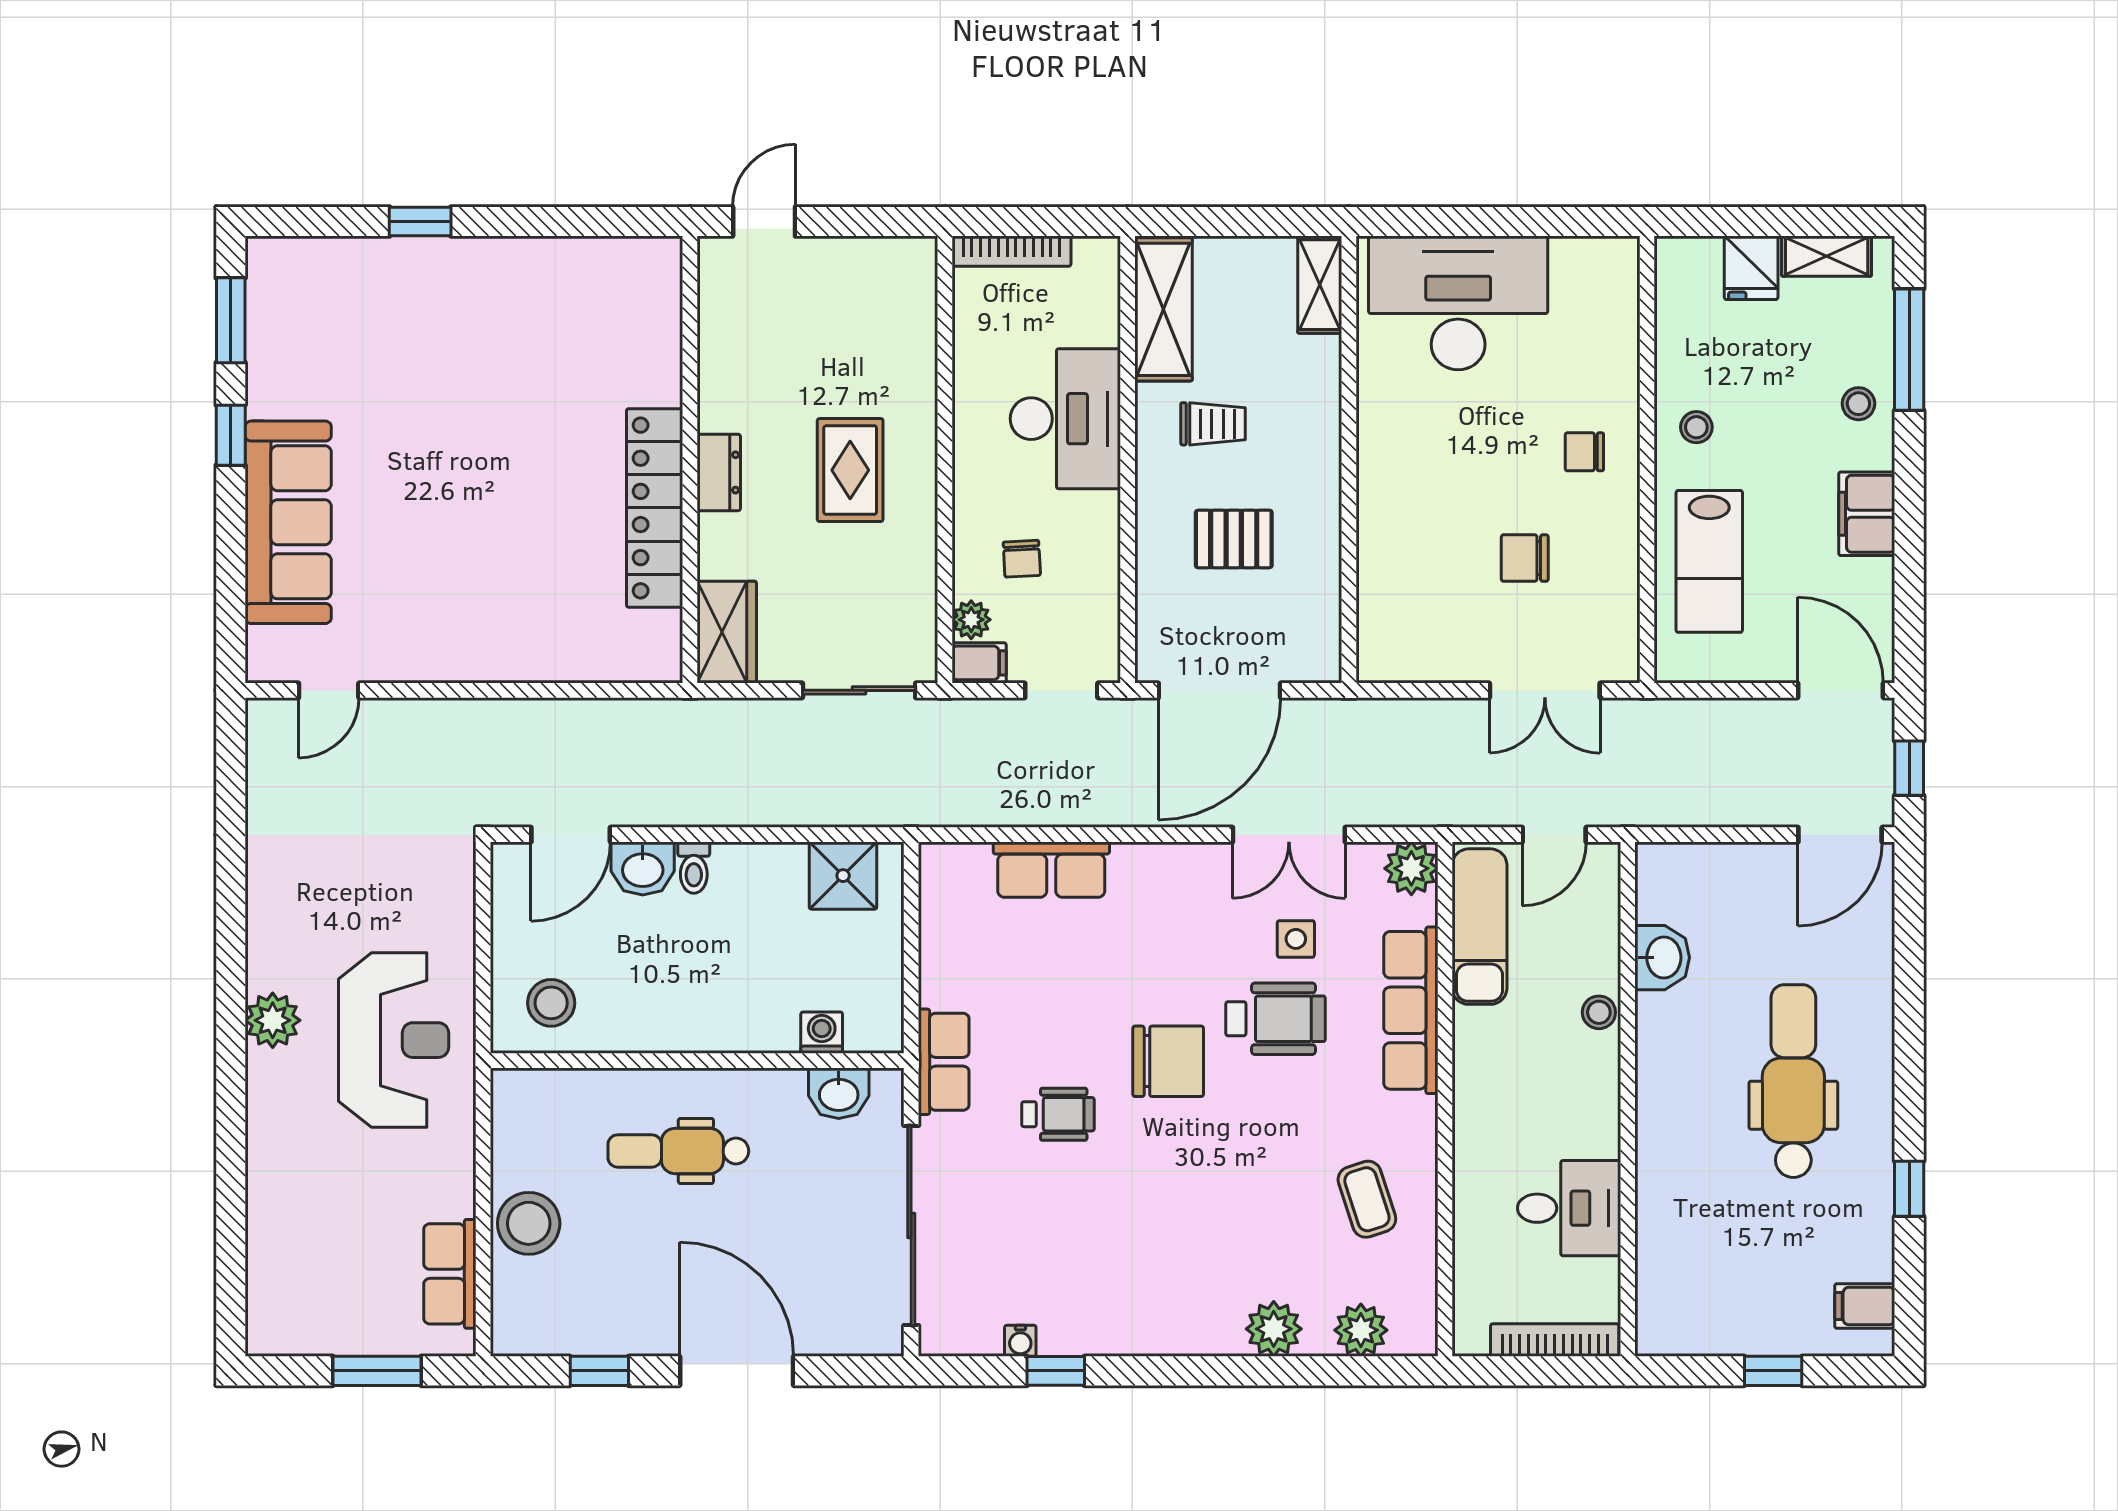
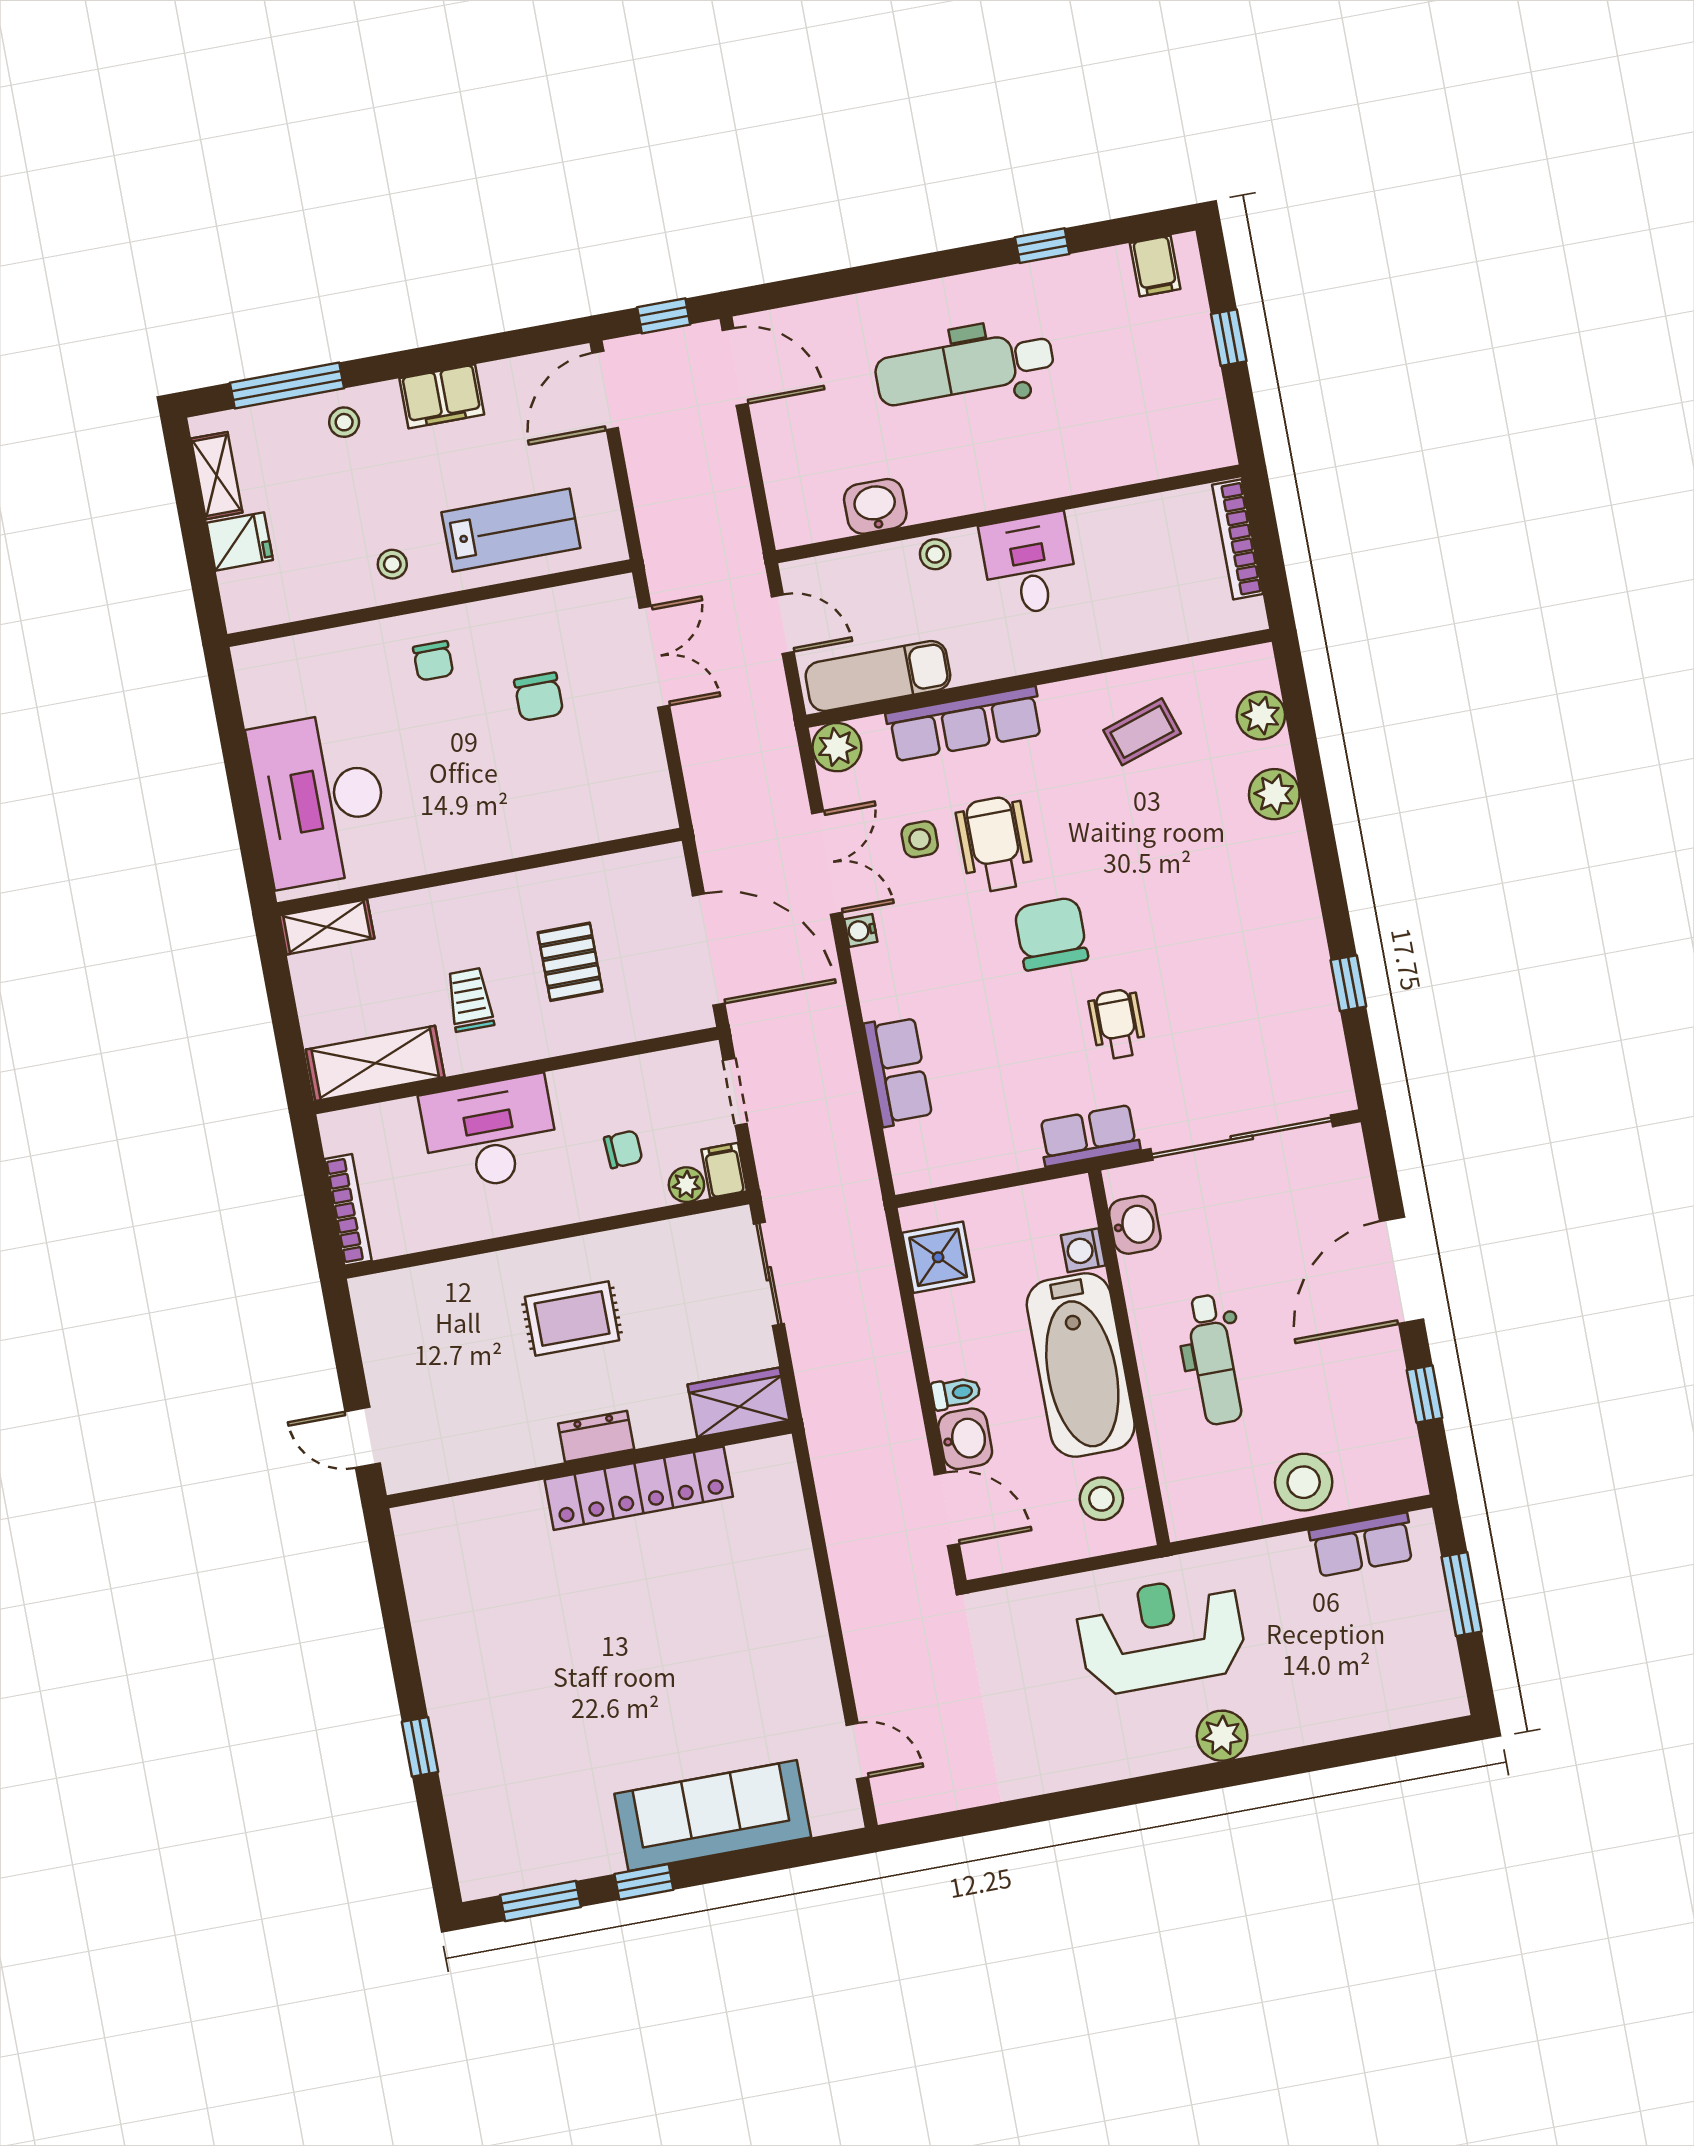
bathtub: (699, 1007) -> (1081, 1365), added
plant: (273, 1020) -> (1222, 1736), moved
desk: (1569, 1208) -> (1029, 565), moved
water cooler: (1020, 1341) -> (861, 931), moved, turned 180

